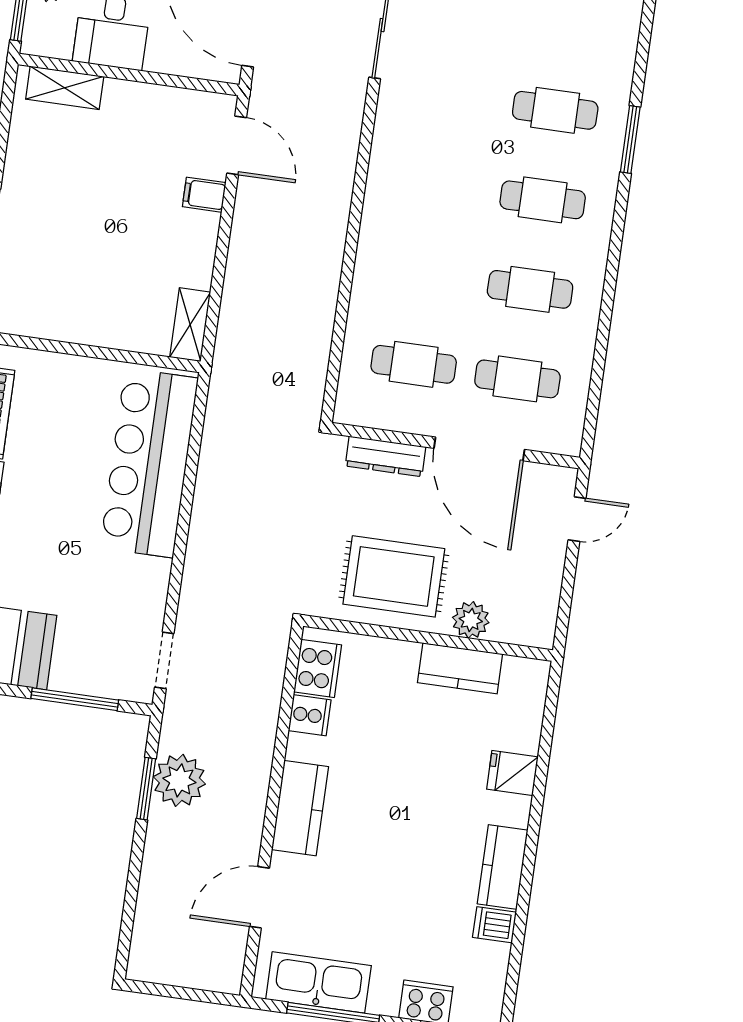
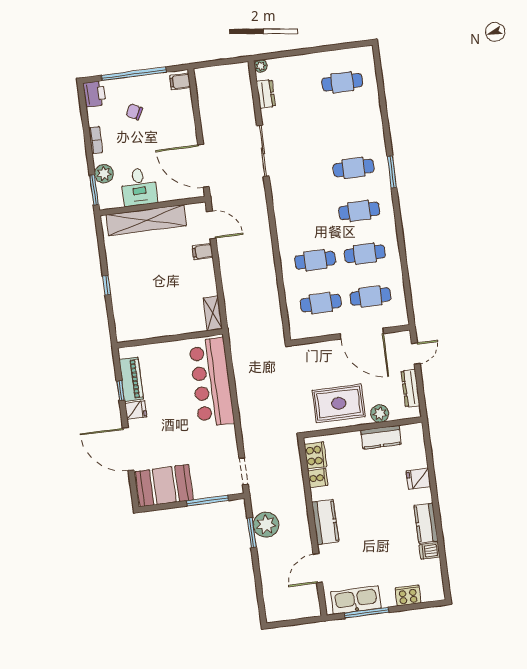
shelving: (65, 88) -> (146, 220), width x2.20, depth x1.33
cafe table: (426, 275) -> (315, 260), added
dresser: (385, 456) -> (410, 388), moved, turned 90

